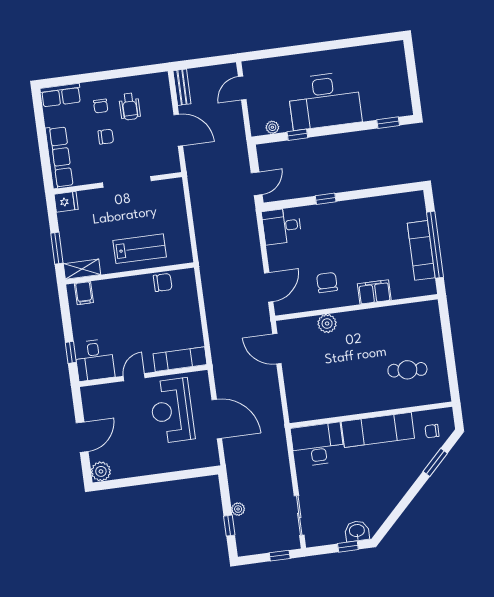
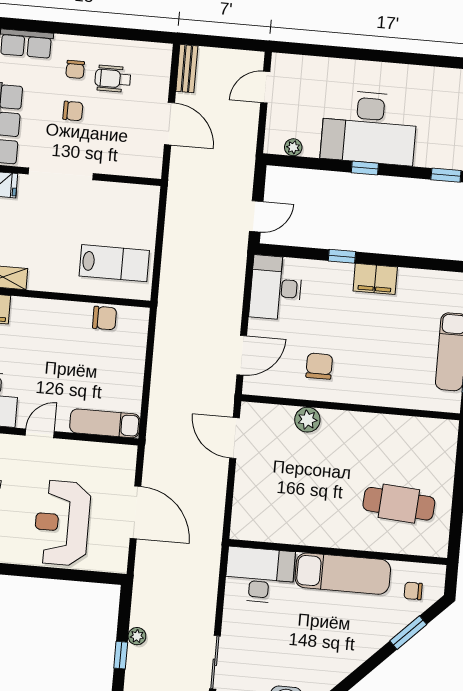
wheelchair: (130, 107) -> (113, 79), turned 90
window: (297, 135) -> (365, 168), moved
doorway: (127, 182) -> (61, 174), moved
desk: (282, 226) -> (276, 288), width x1.37
lab bench: (140, 249) -> (114, 263), moved
filing cabinet: (374, 292) -> (375, 279), moved, turned 180
cafe table: (407, 370) -> (399, 504), width x1.37, depth x1.35
reception desk: (172, 411) -> (62, 523), moved

